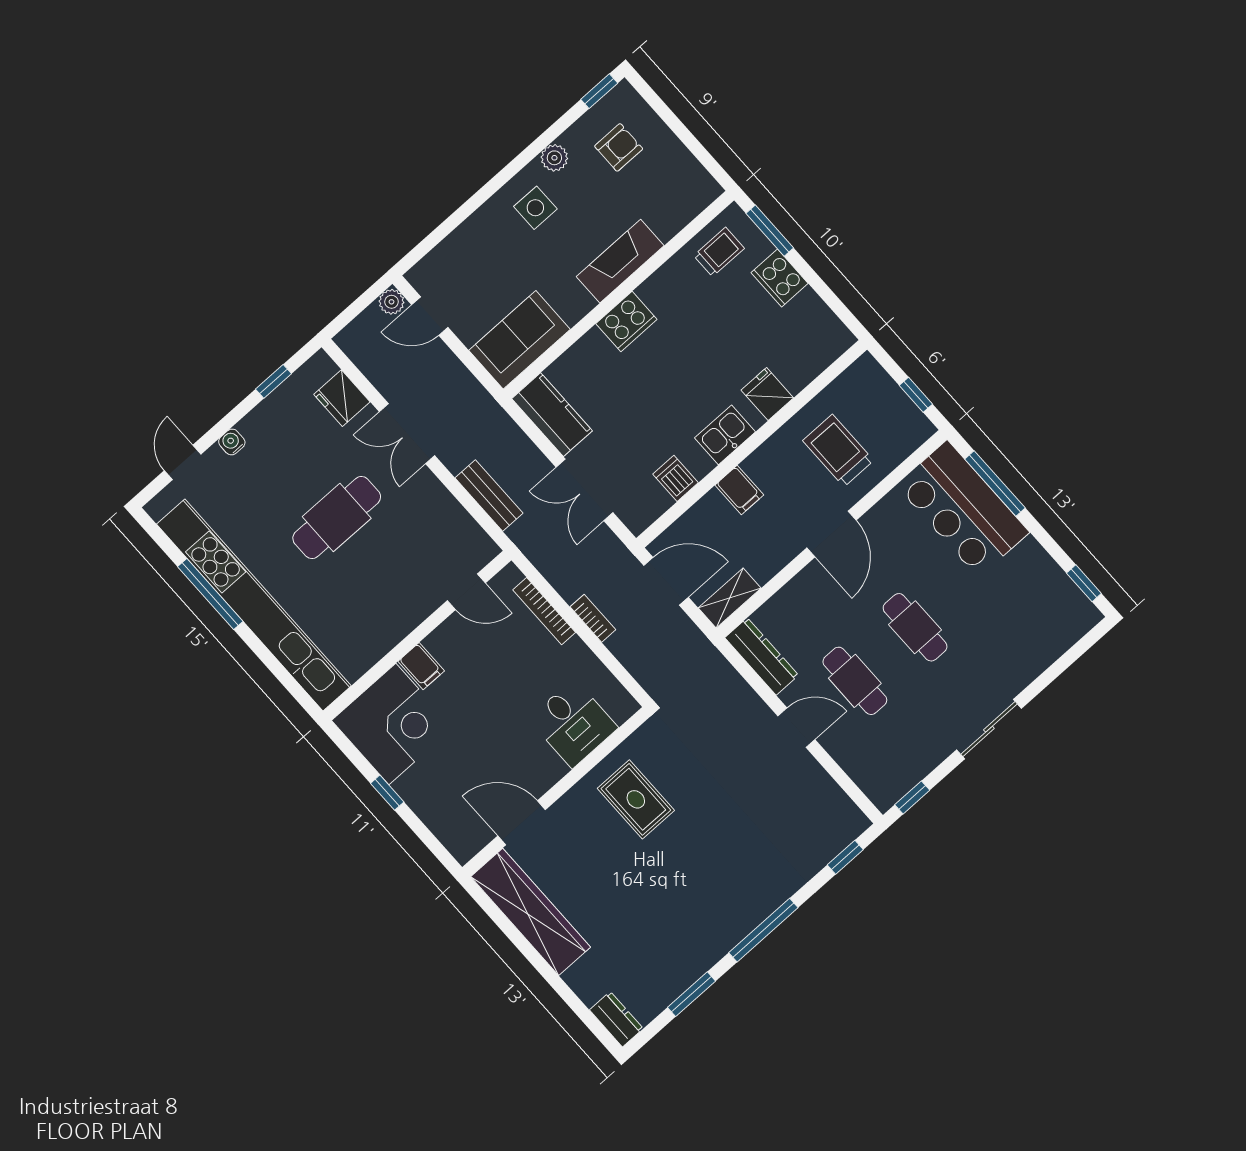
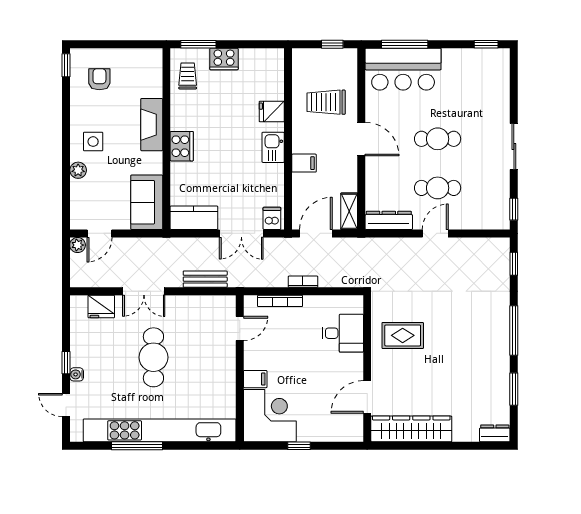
plant: (554, 158) -> (78, 170), moved
window: (274, 381) -> (66, 363), moved
dishwasher: (675, 478) -> (272, 218), moved, turned 90

